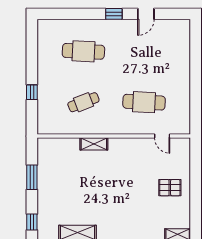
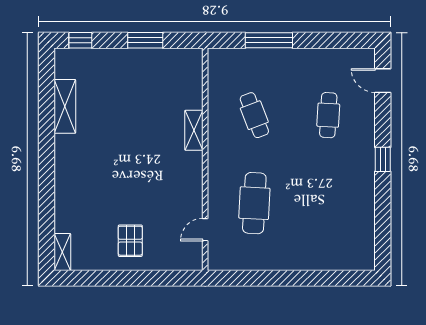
door: (146, 14) -> (383, 81), moved
cafe table: (83, 51) -> (328, 115), width x0.73, depth x0.74
window: (32, 92) -> (269, 40), width x2.17

